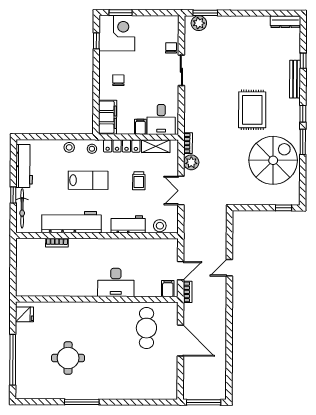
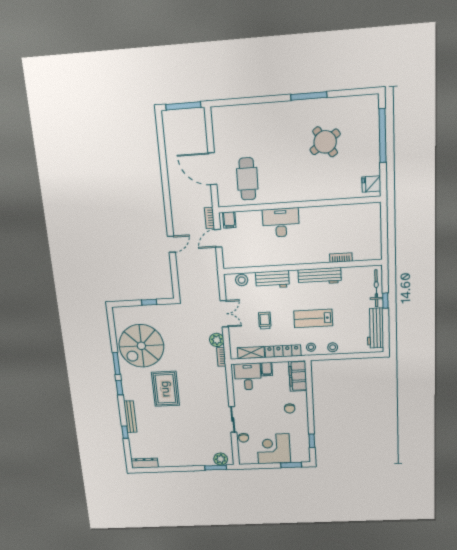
corner desk: (117, 33) -> (274, 449), moved, turned 90
window: (283, 208) -> (149, 302), moved
workbench: (71, 222) -> (320, 276), width x0.73, depth x0.76
round table: (68, 358) -> (325, 142), turned -34

